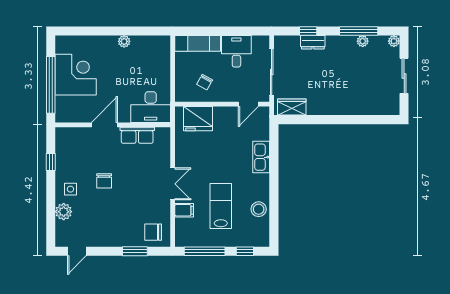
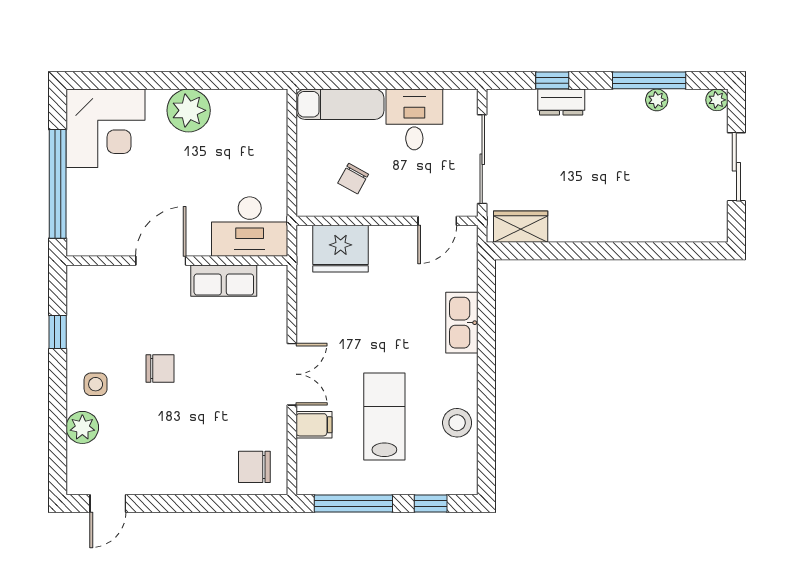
plant: (124, 41) -> (189, 110), width x1.88, depth x1.88
corner desk: (76, 75) -> (106, 128), moved, turned 90
chair: (104, 181) -> (160, 368), turned -90
window: (135, 251) -> (219, 504), removed

